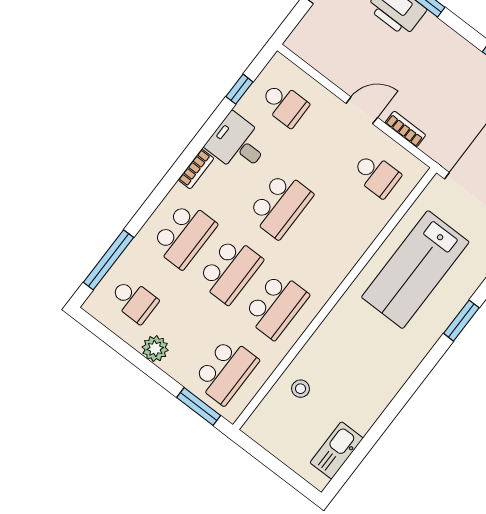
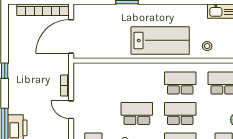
school desk: (376, 175) -> (93, 83), removed
lab bench: (415, 270) -> (160, 40), moved

